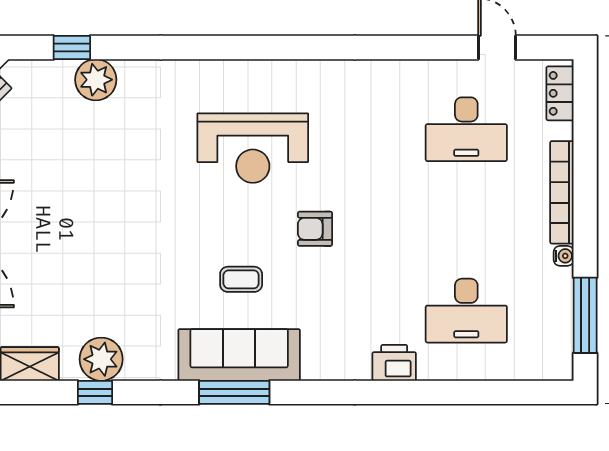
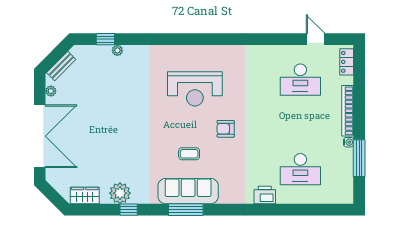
plant: (96, 80) -> (117, 50), width x0.53, depth x0.53
window: (585, 315) -> (359, 158), moved
window: (95, 392) -> (129, 210), moved

